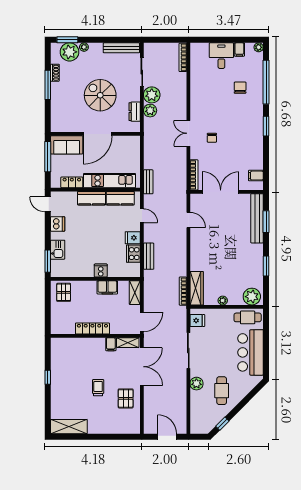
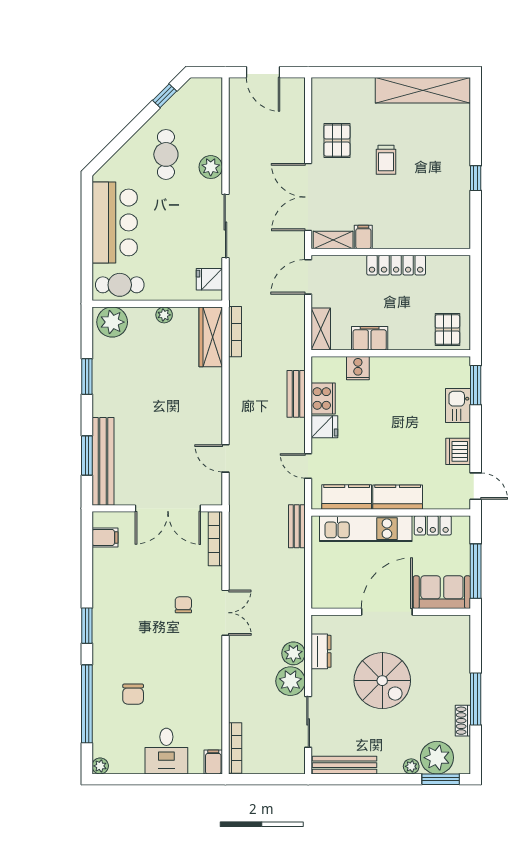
filing cabinet: (239, 50) -> (213, 762), moved
cooker: (101, 271) -> (358, 368), moved
shelving: (69, 427) -> (423, 90), width x1.47

